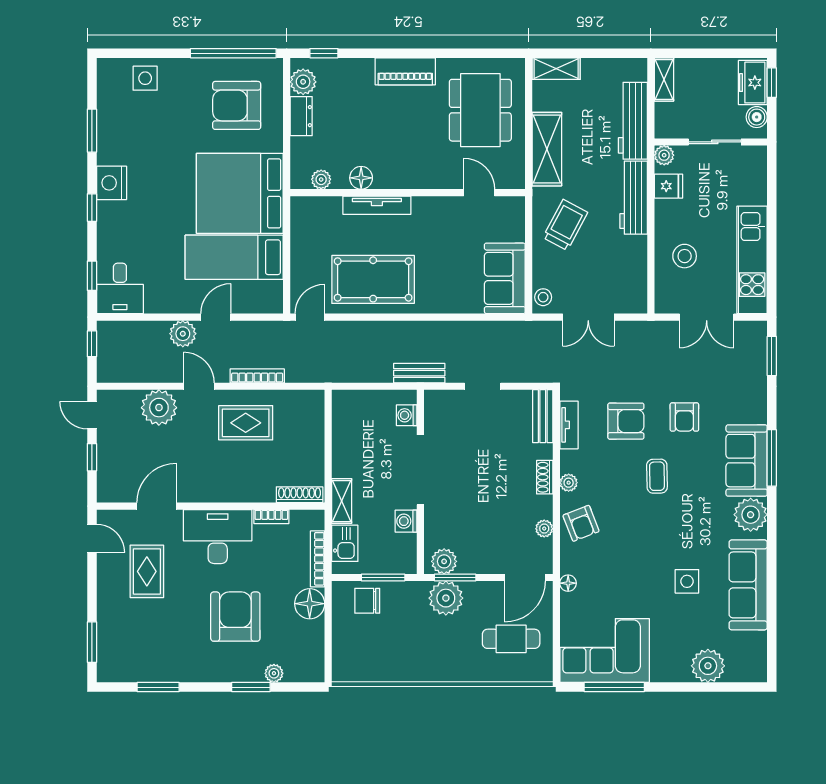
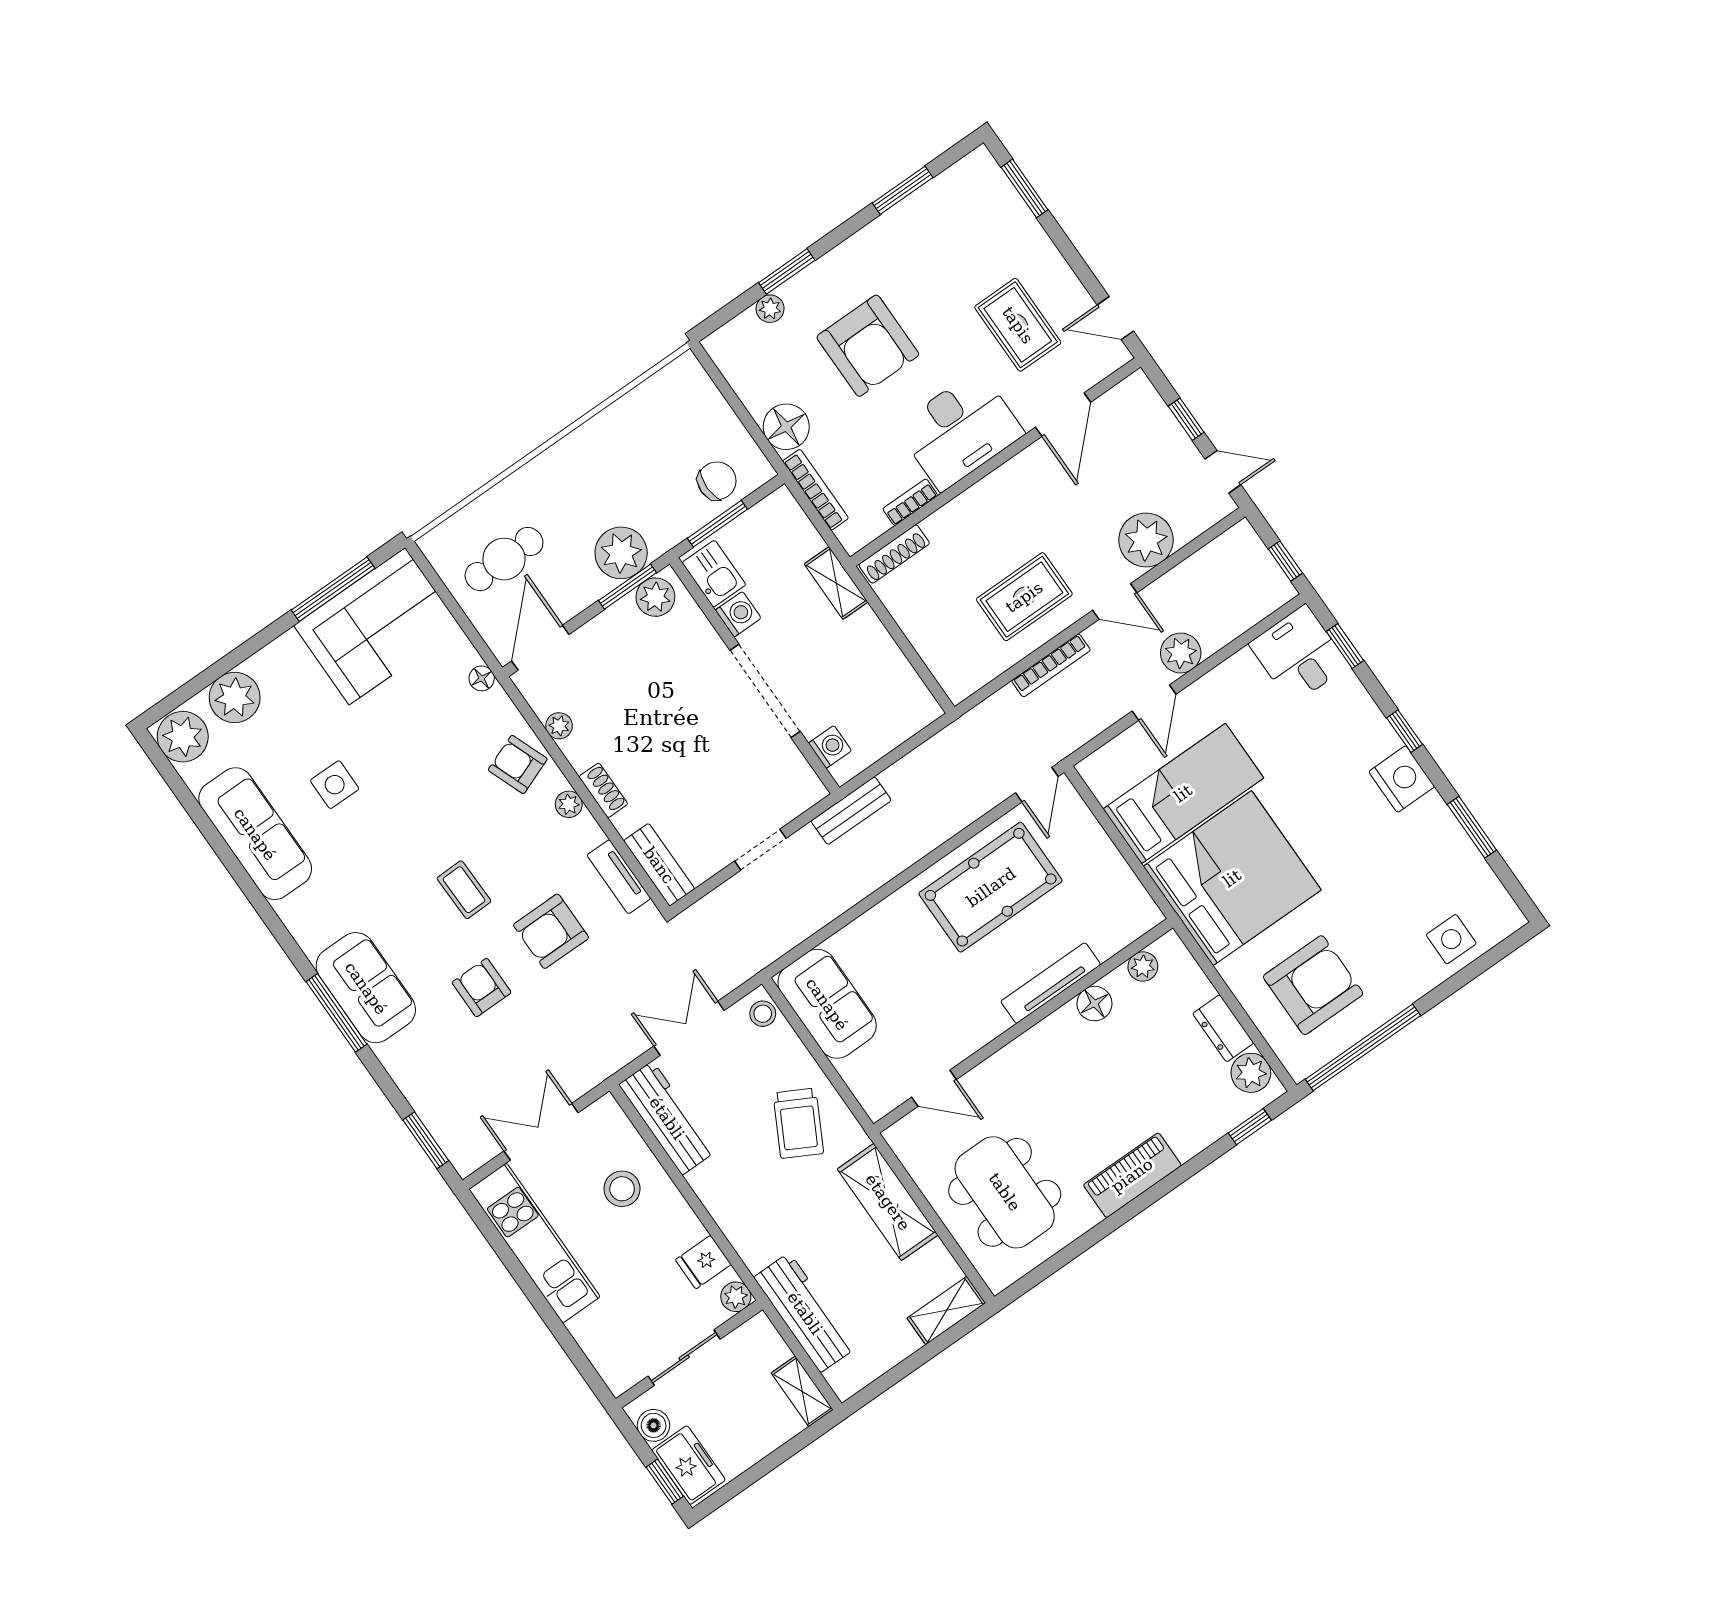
workbench: (634, 198) -> (667, 1118), moved
plant: (751, 515) -> (183, 737), moved
kitchen sink: (345, 543) -> (714, 574), moved, turned 180

